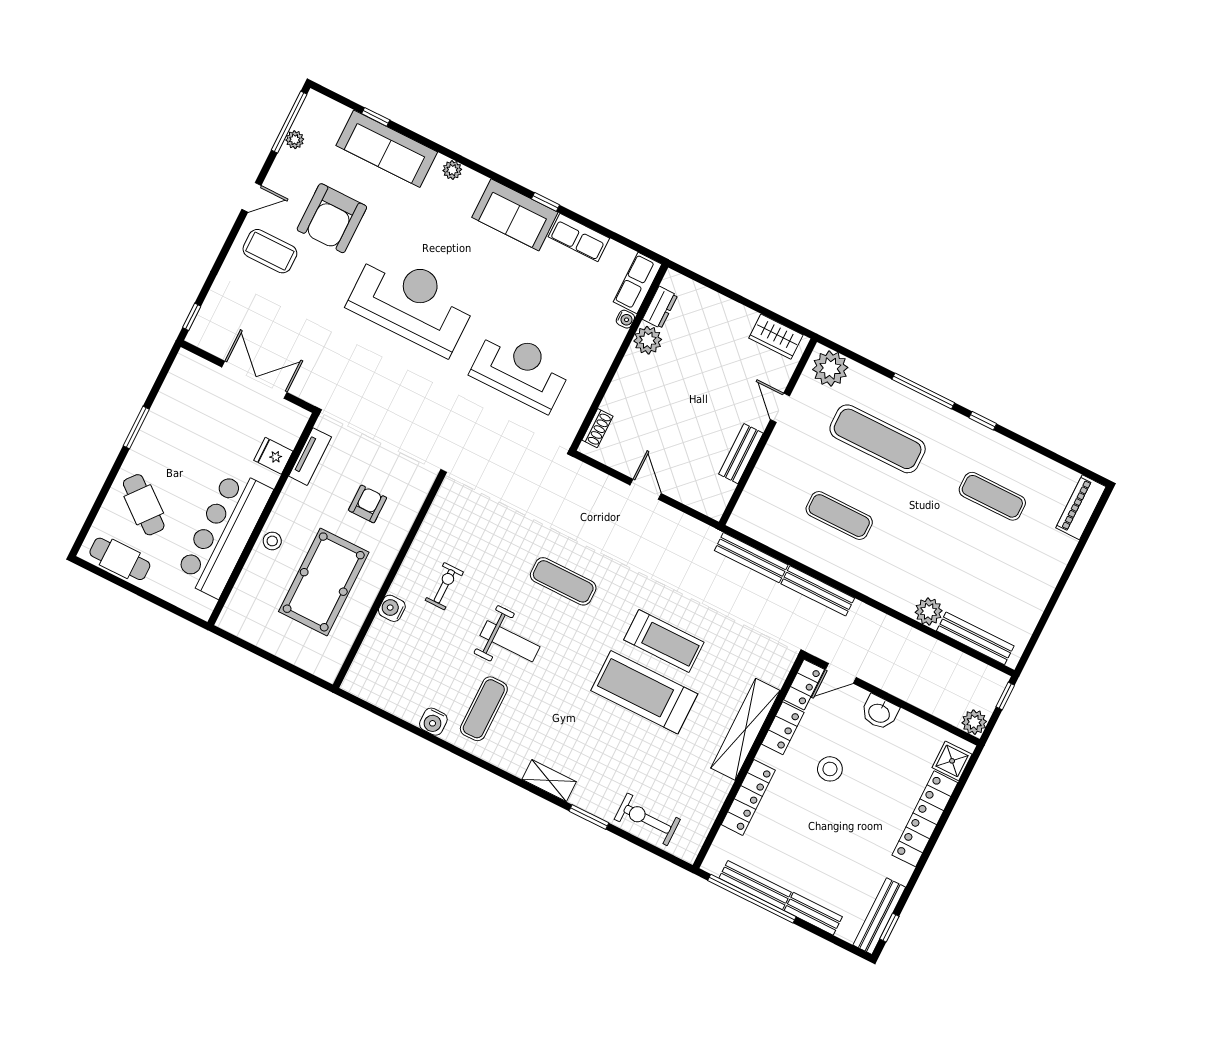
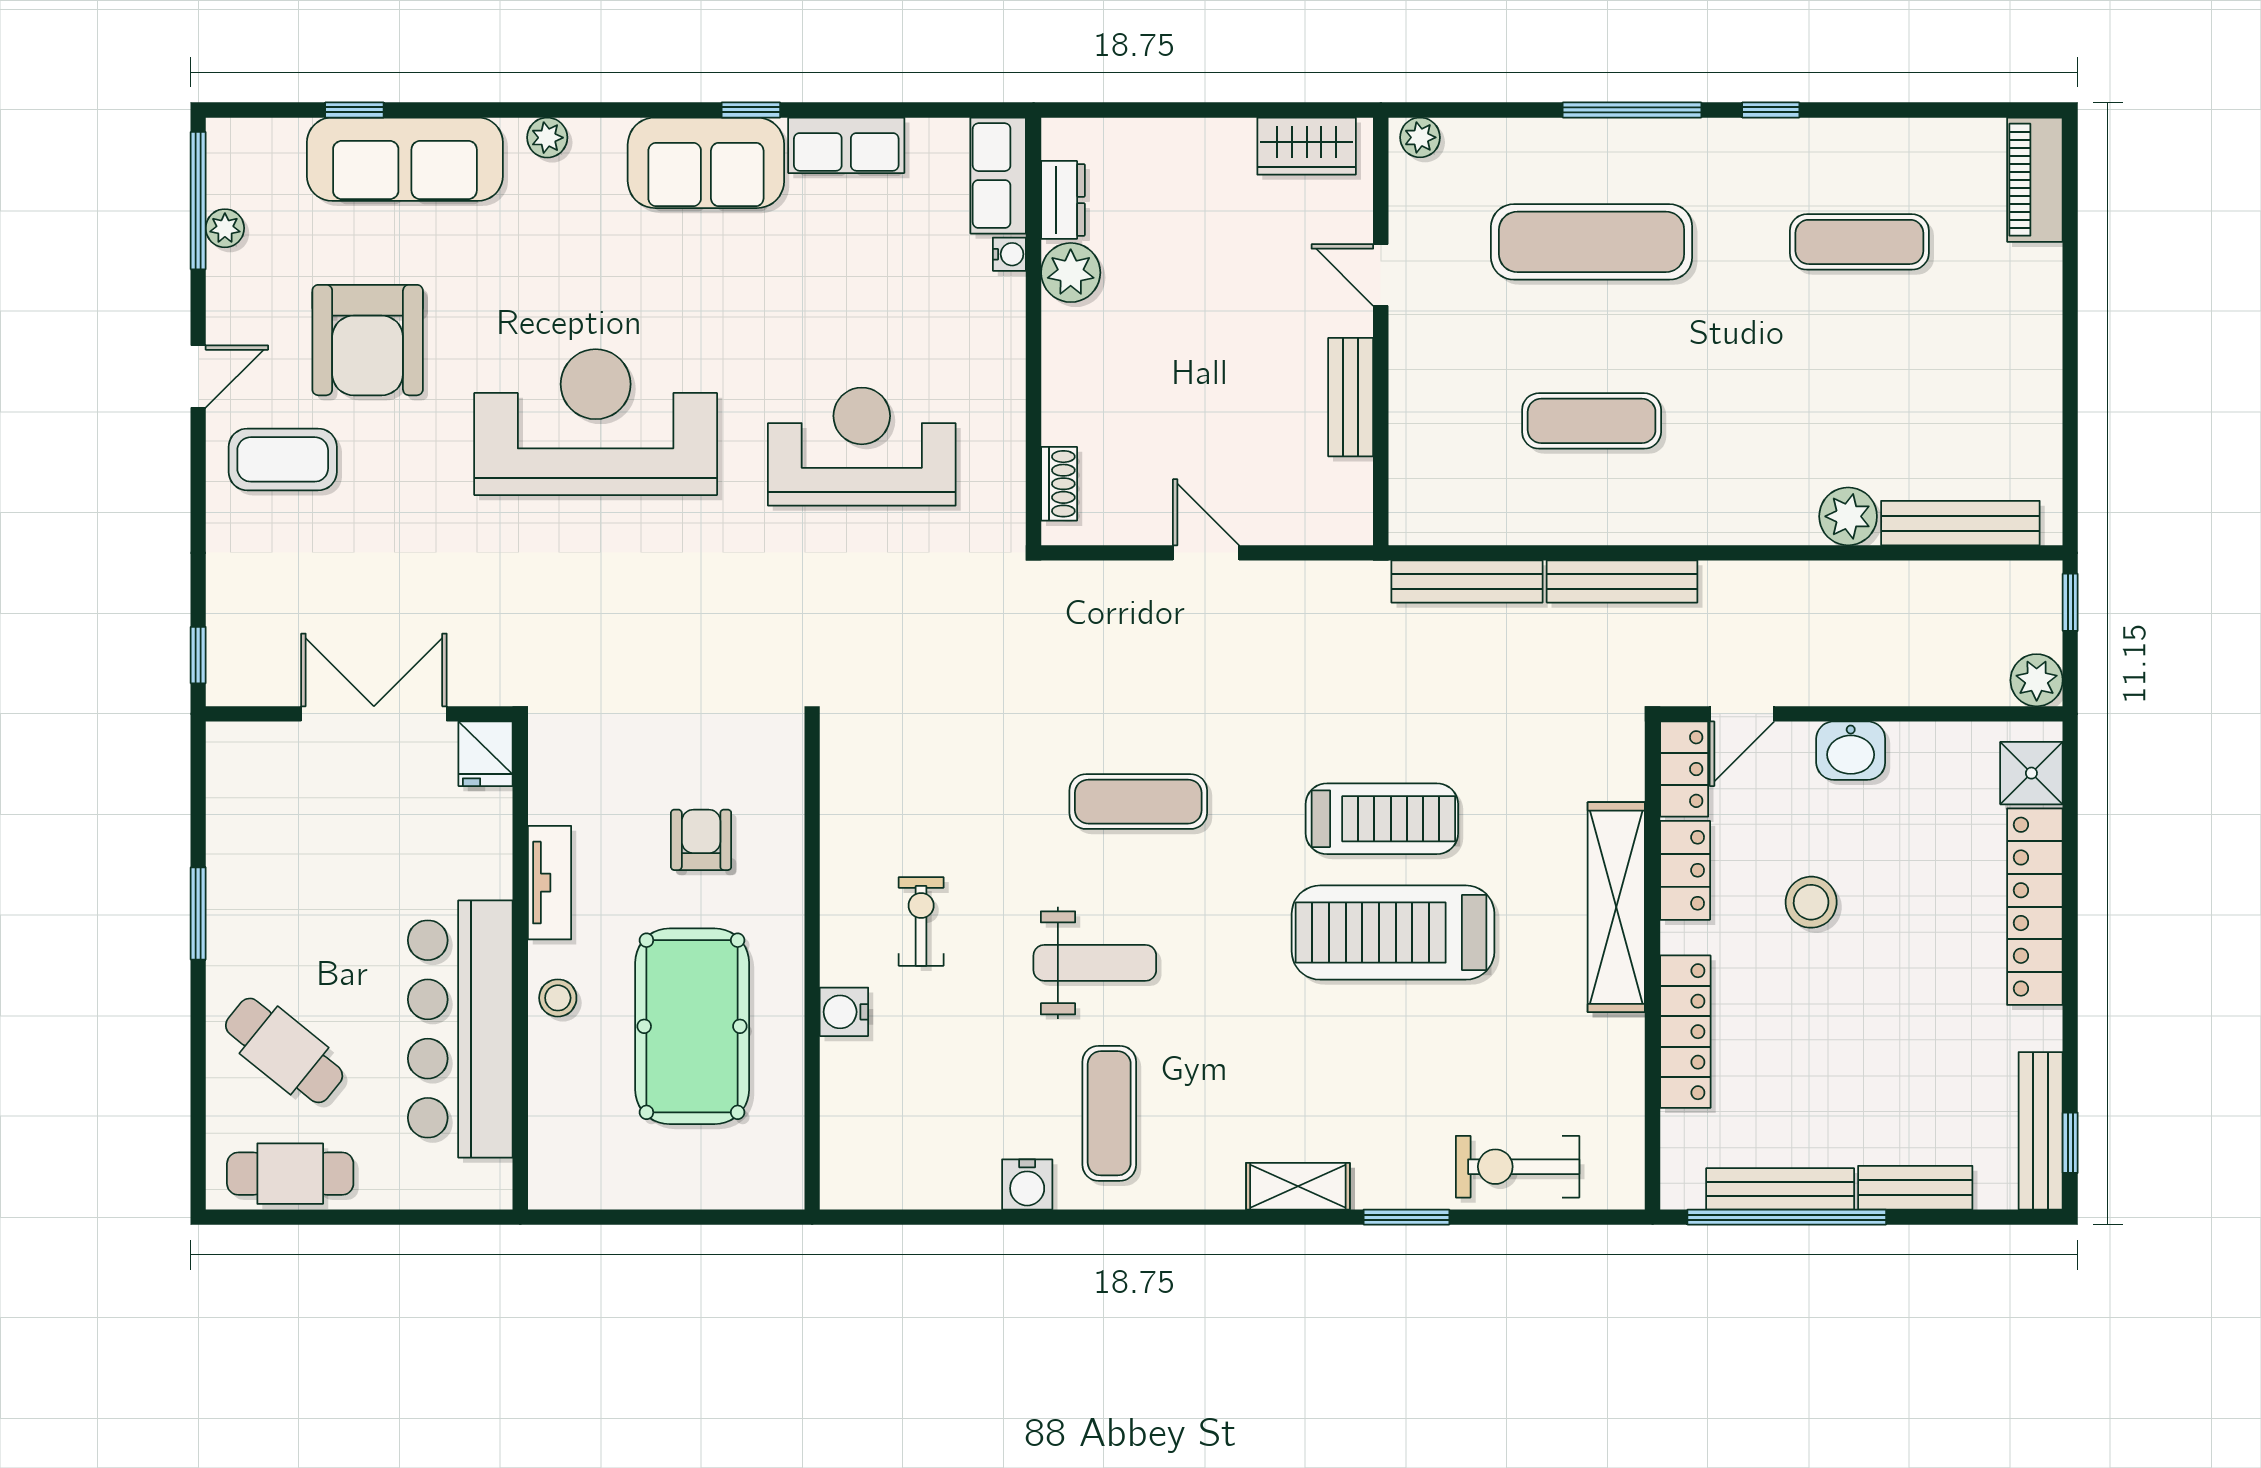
plant: (830, 368) -> (1420, 137), width x0.53, depth x0.53
fridge: (273, 456) -> (486, 754), moved, turned -90
tv unit: (310, 457) -> (549, 883), moved

